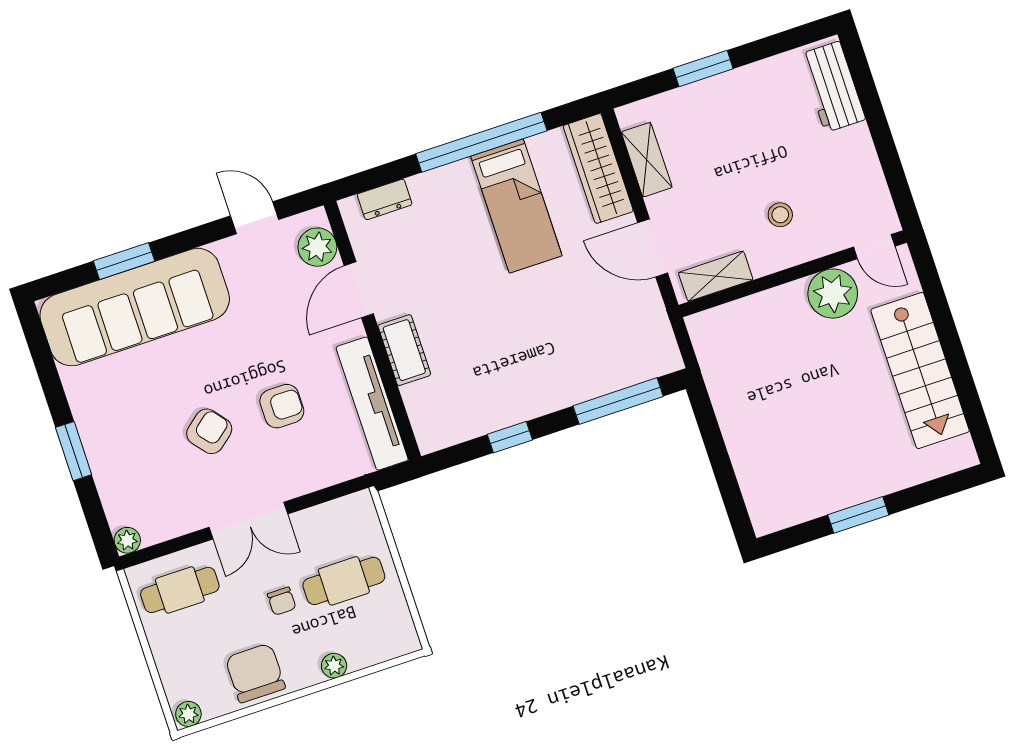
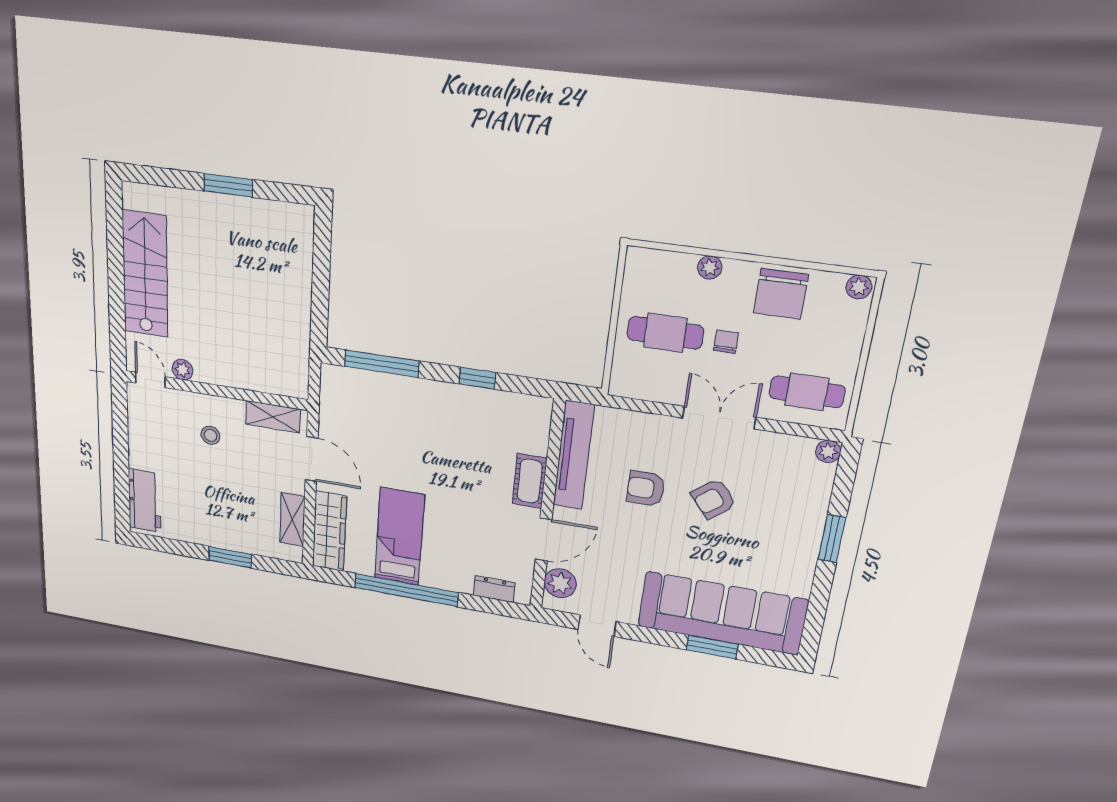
plant: (833, 294) -> (183, 370), width x0.53, depth x0.53

